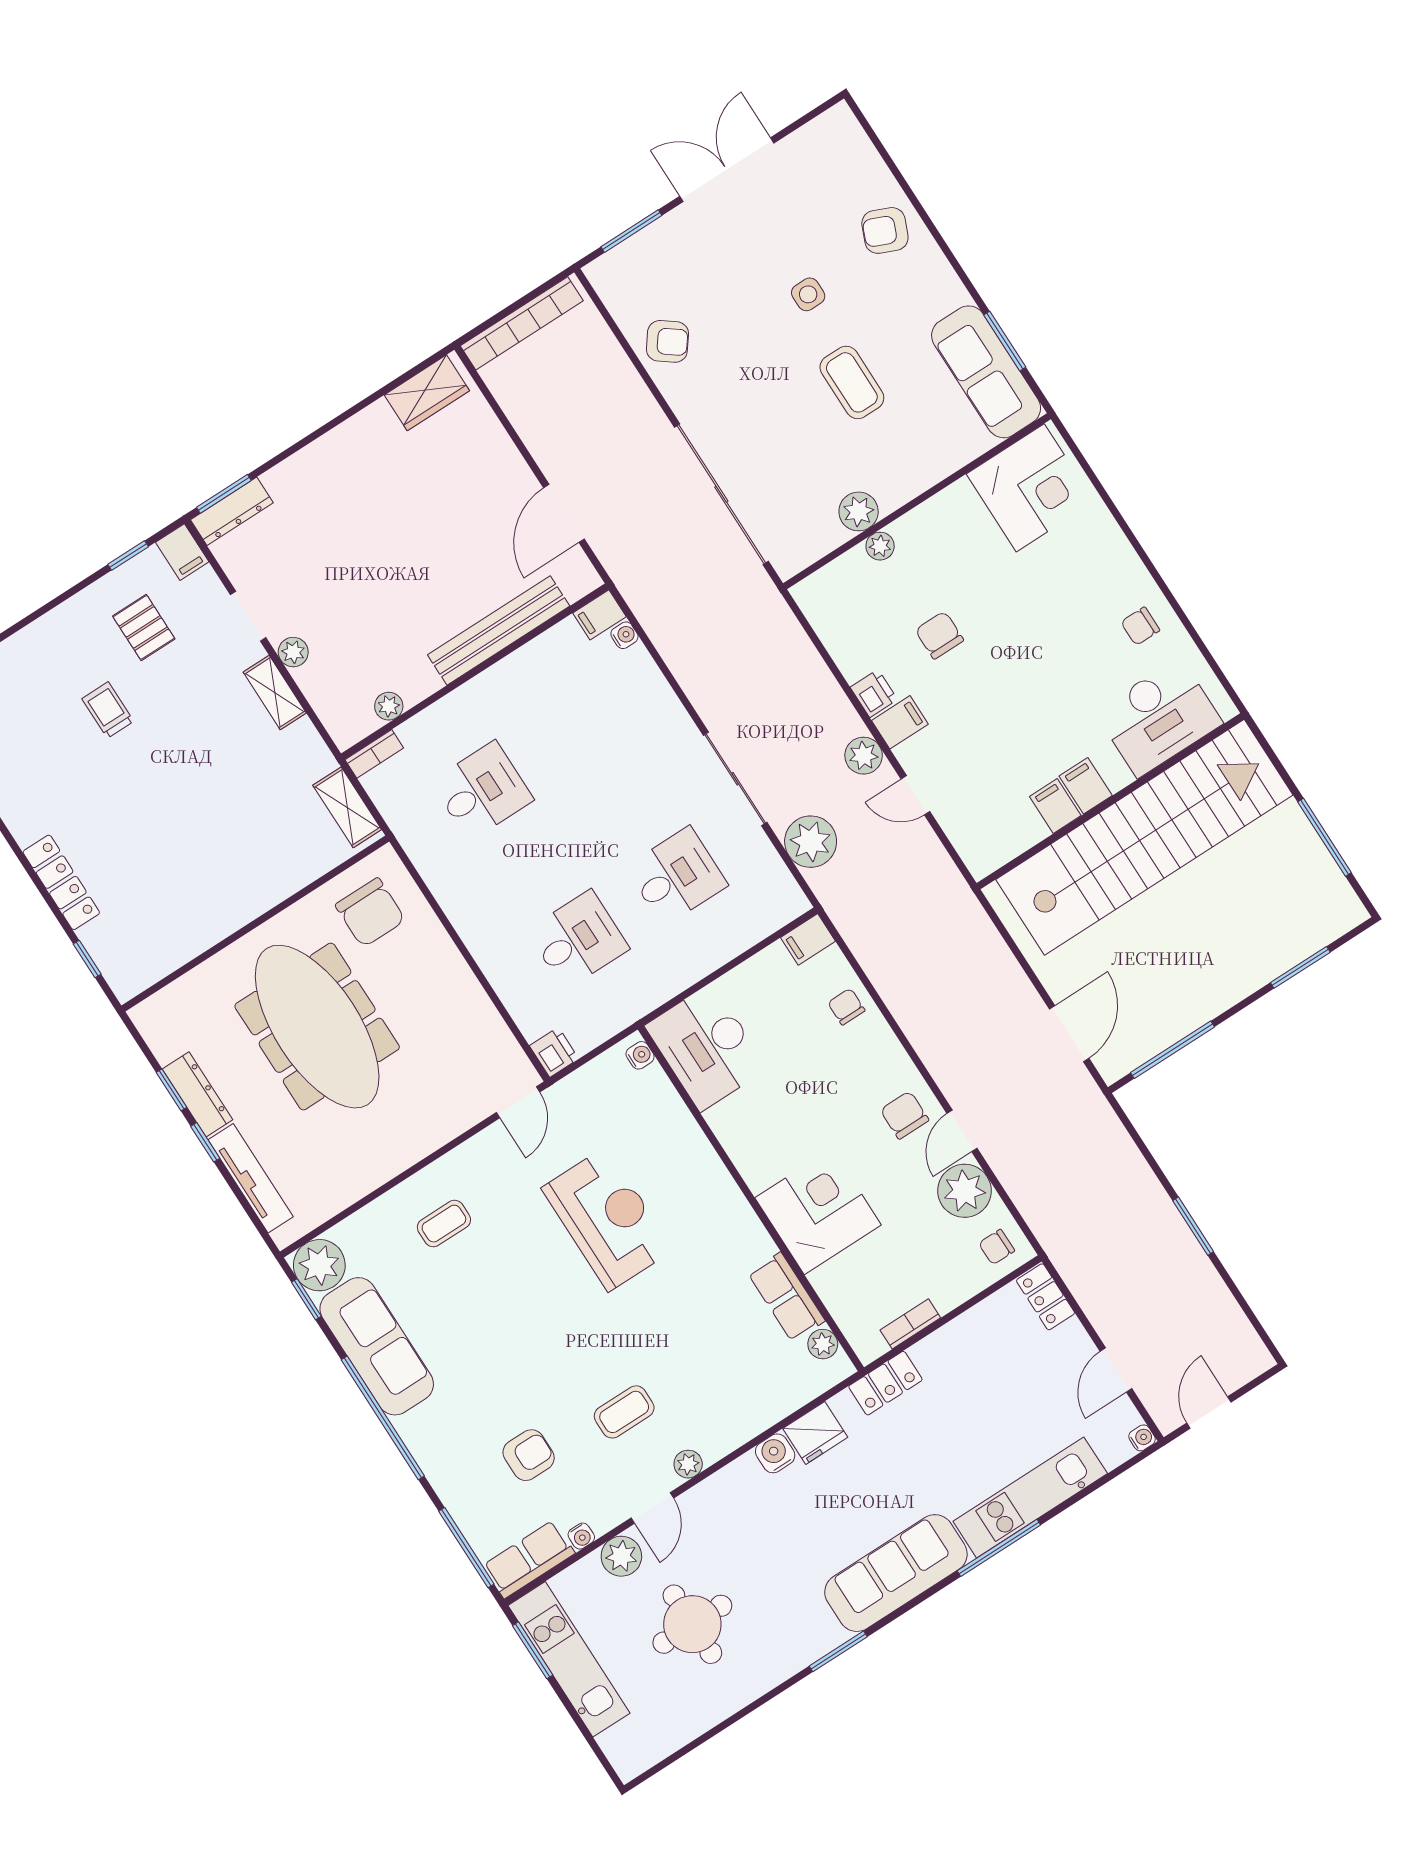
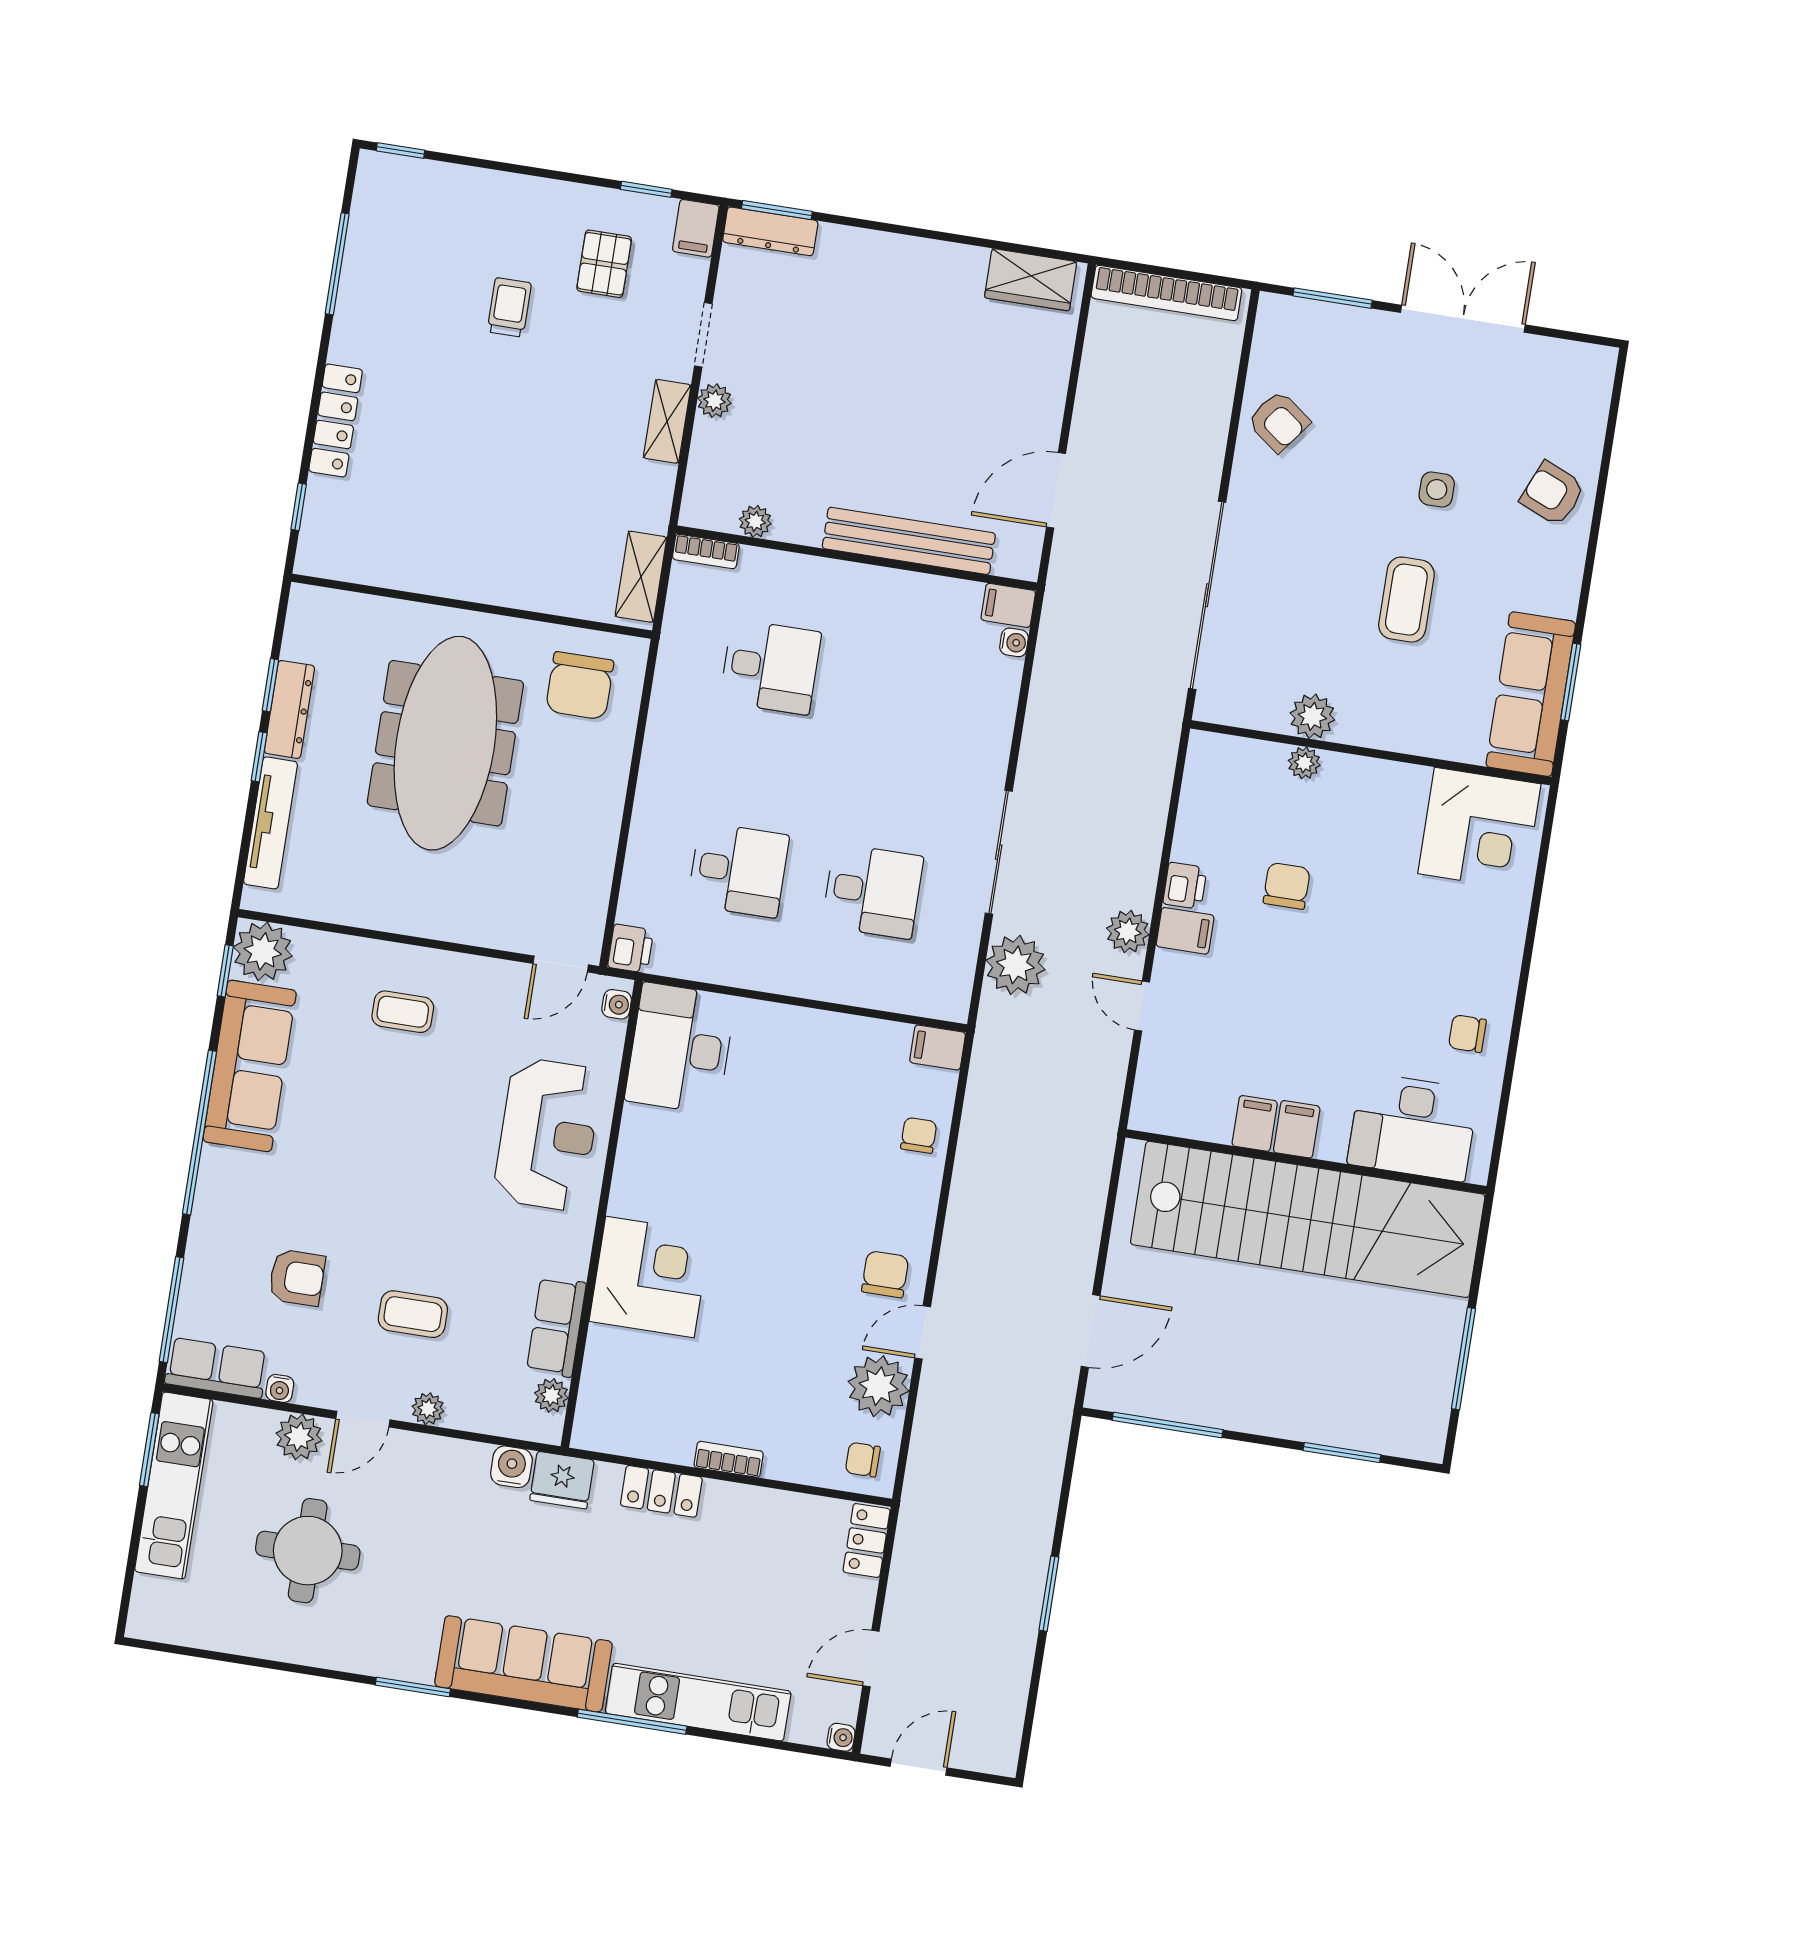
desk: (706, 1047) -> (680, 1048), moved
water cooler: (640, 1055) -> (617, 1004), moved
wall: (751, 1198) -> (602, 1214), moved
corner desk: (818, 1211) -> (650, 1277), moved
row of seats: (786, 1297) -> (556, 1327), moved
plant: (823, 1344) -> (551, 1395), moved

